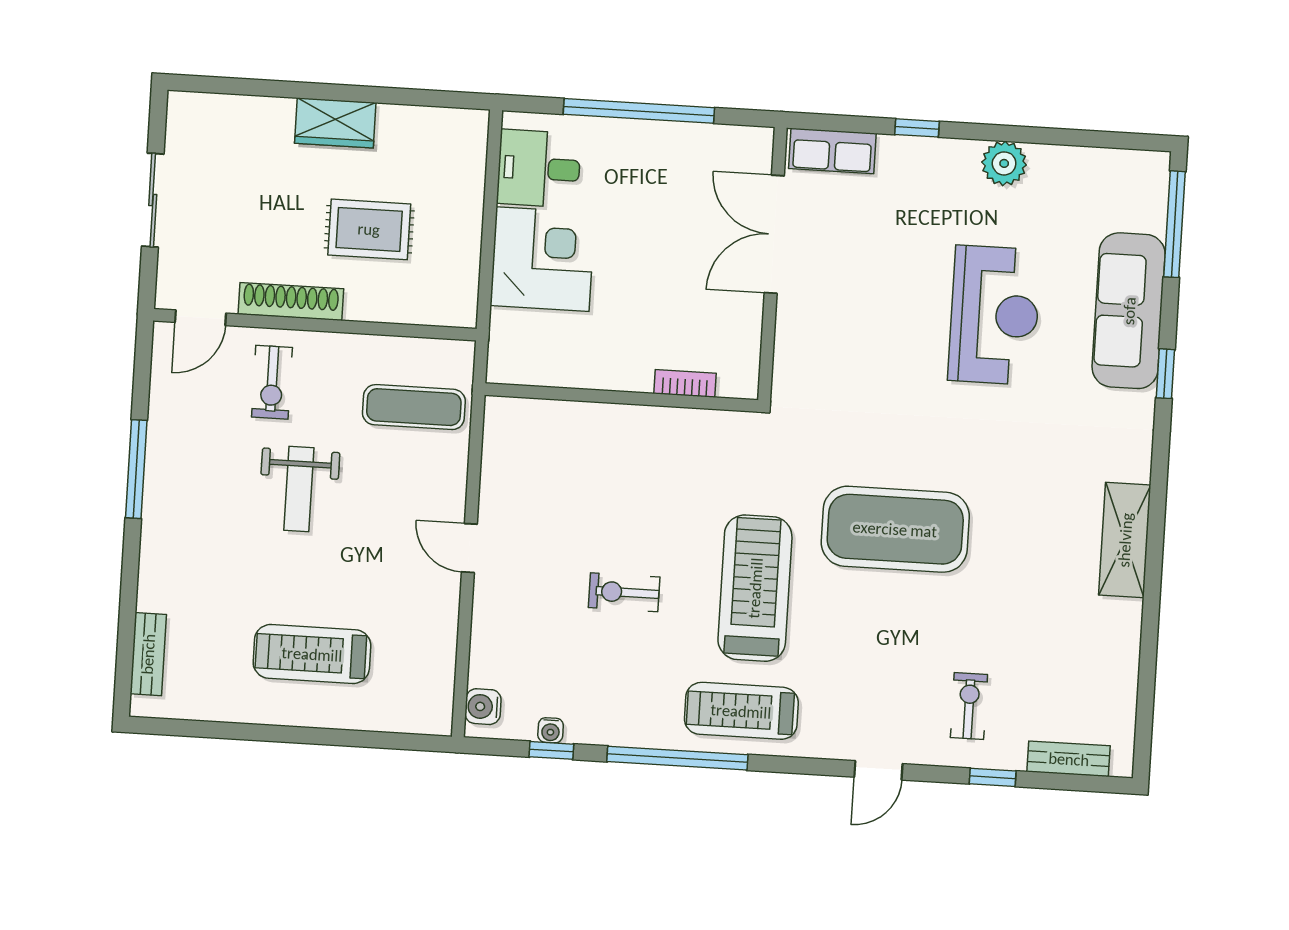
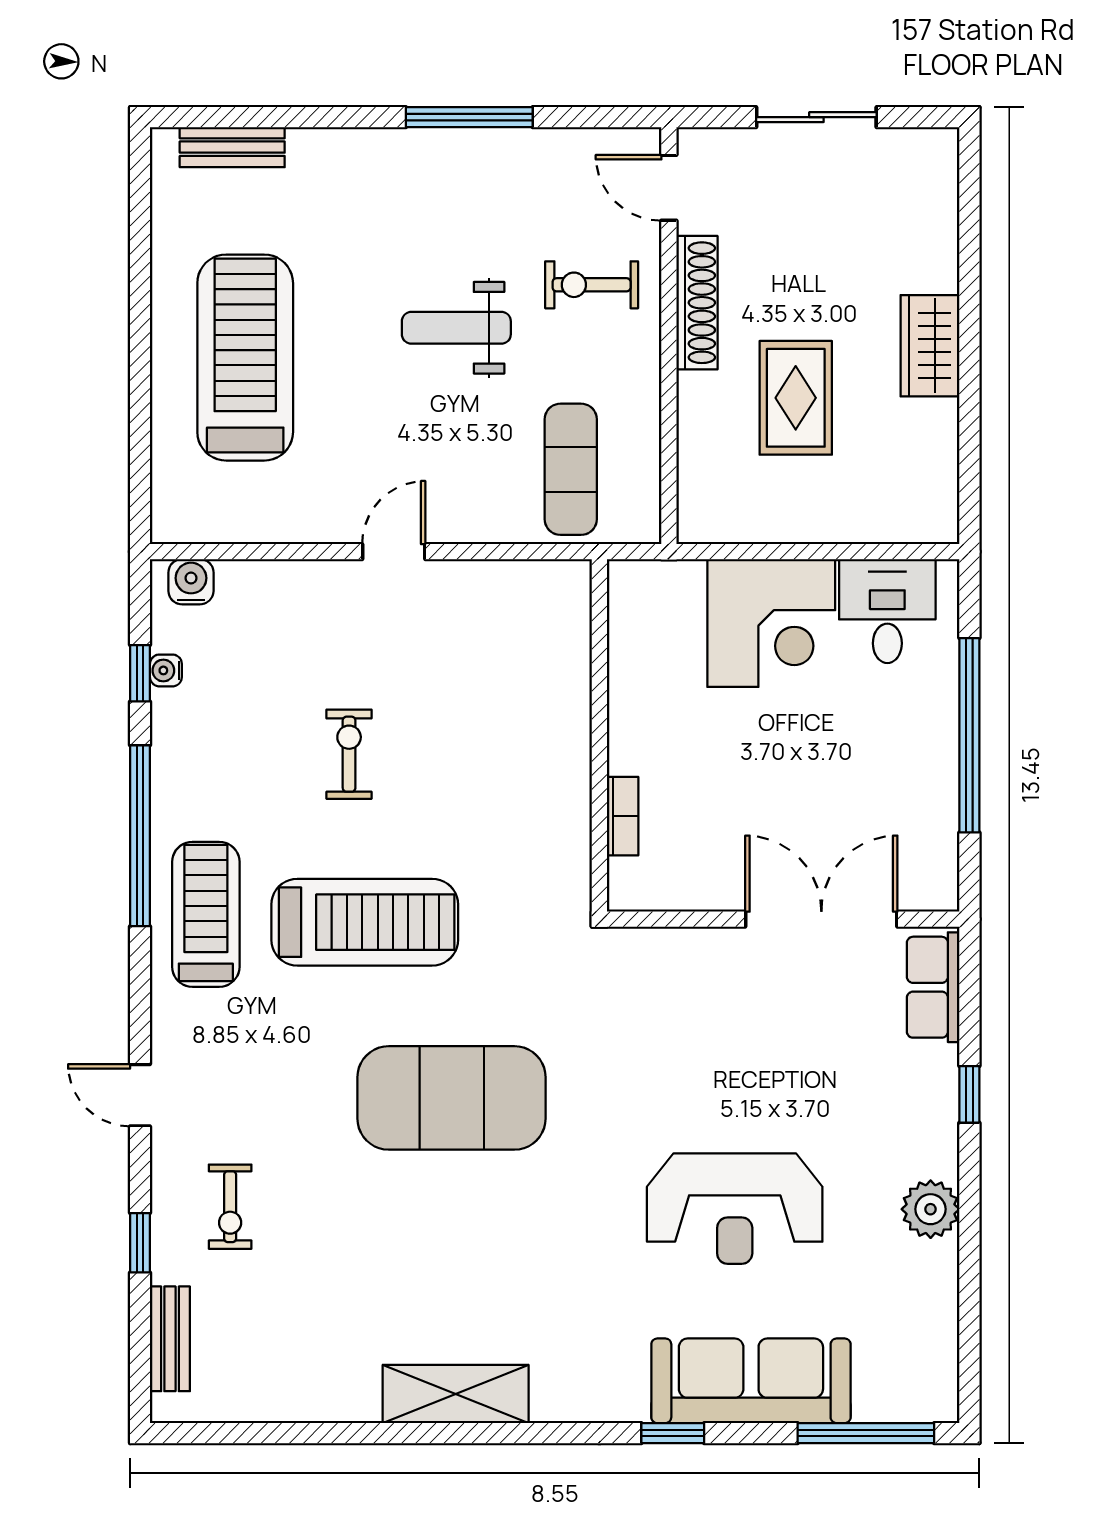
exercise mat: (895, 529) -> (452, 1098), turned 90
treadmill: (312, 654) -> (245, 358), width x1.37, depth x1.38
exercise bike: (969, 706) -> (230, 1207), turned 90

